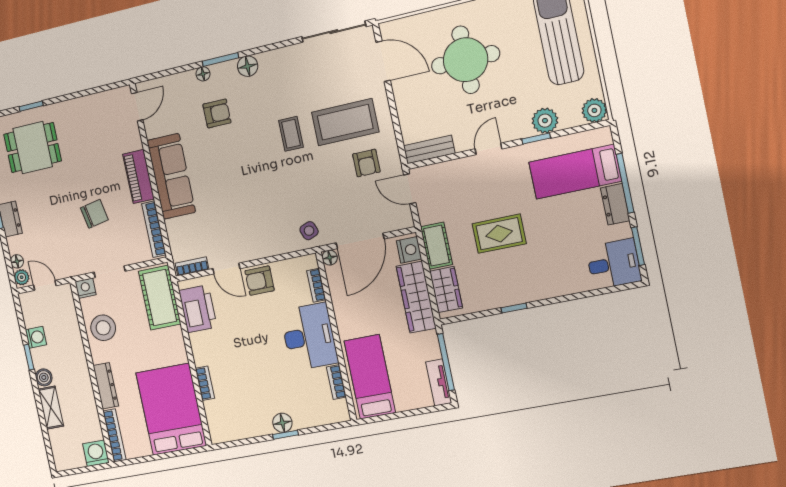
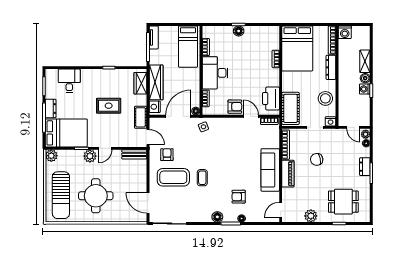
round table: (466, 60) -> (96, 196), moved
plant: (82, 108) -> (311, 216), added
plant: (545, 121) -> (90, 156), moved
bed: (575, 172) -> (66, 133), width x1.50
cot: (436, 246) -> (141, 117), moved
desk: (614, 264) -> (69, 81), moved, turned 90
washing machine: (36, 337) -> (365, 89), moved

